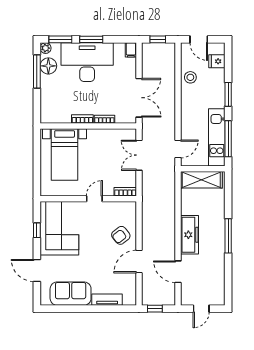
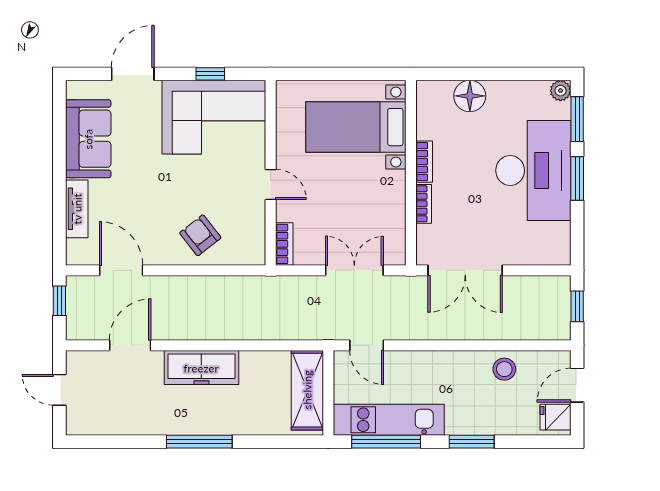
filing cabinet: (131, 50) -> (557, 255), removed
fridge: (217, 61) -> (556, 417), moved, turned -90
floor lamp: (48, 66) -> (470, 96), moved
window: (37, 72) -> (515, 74), removed
door: (139, 262) -> (121, 270), moved

